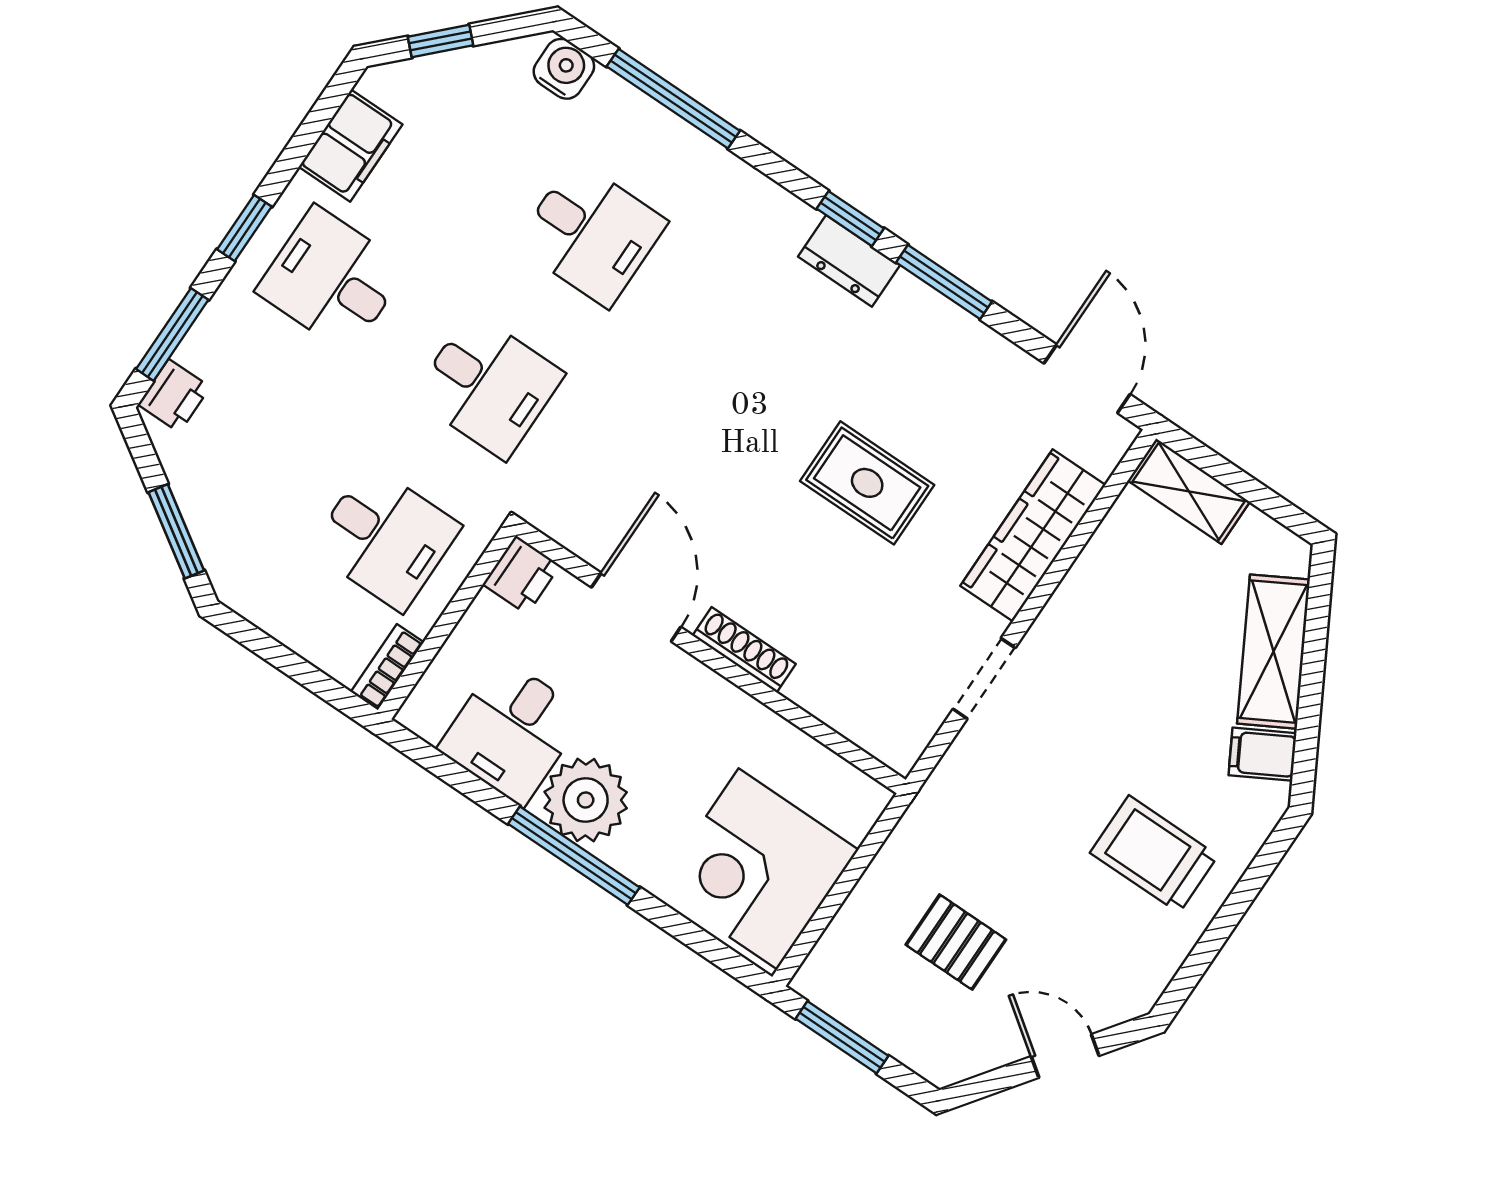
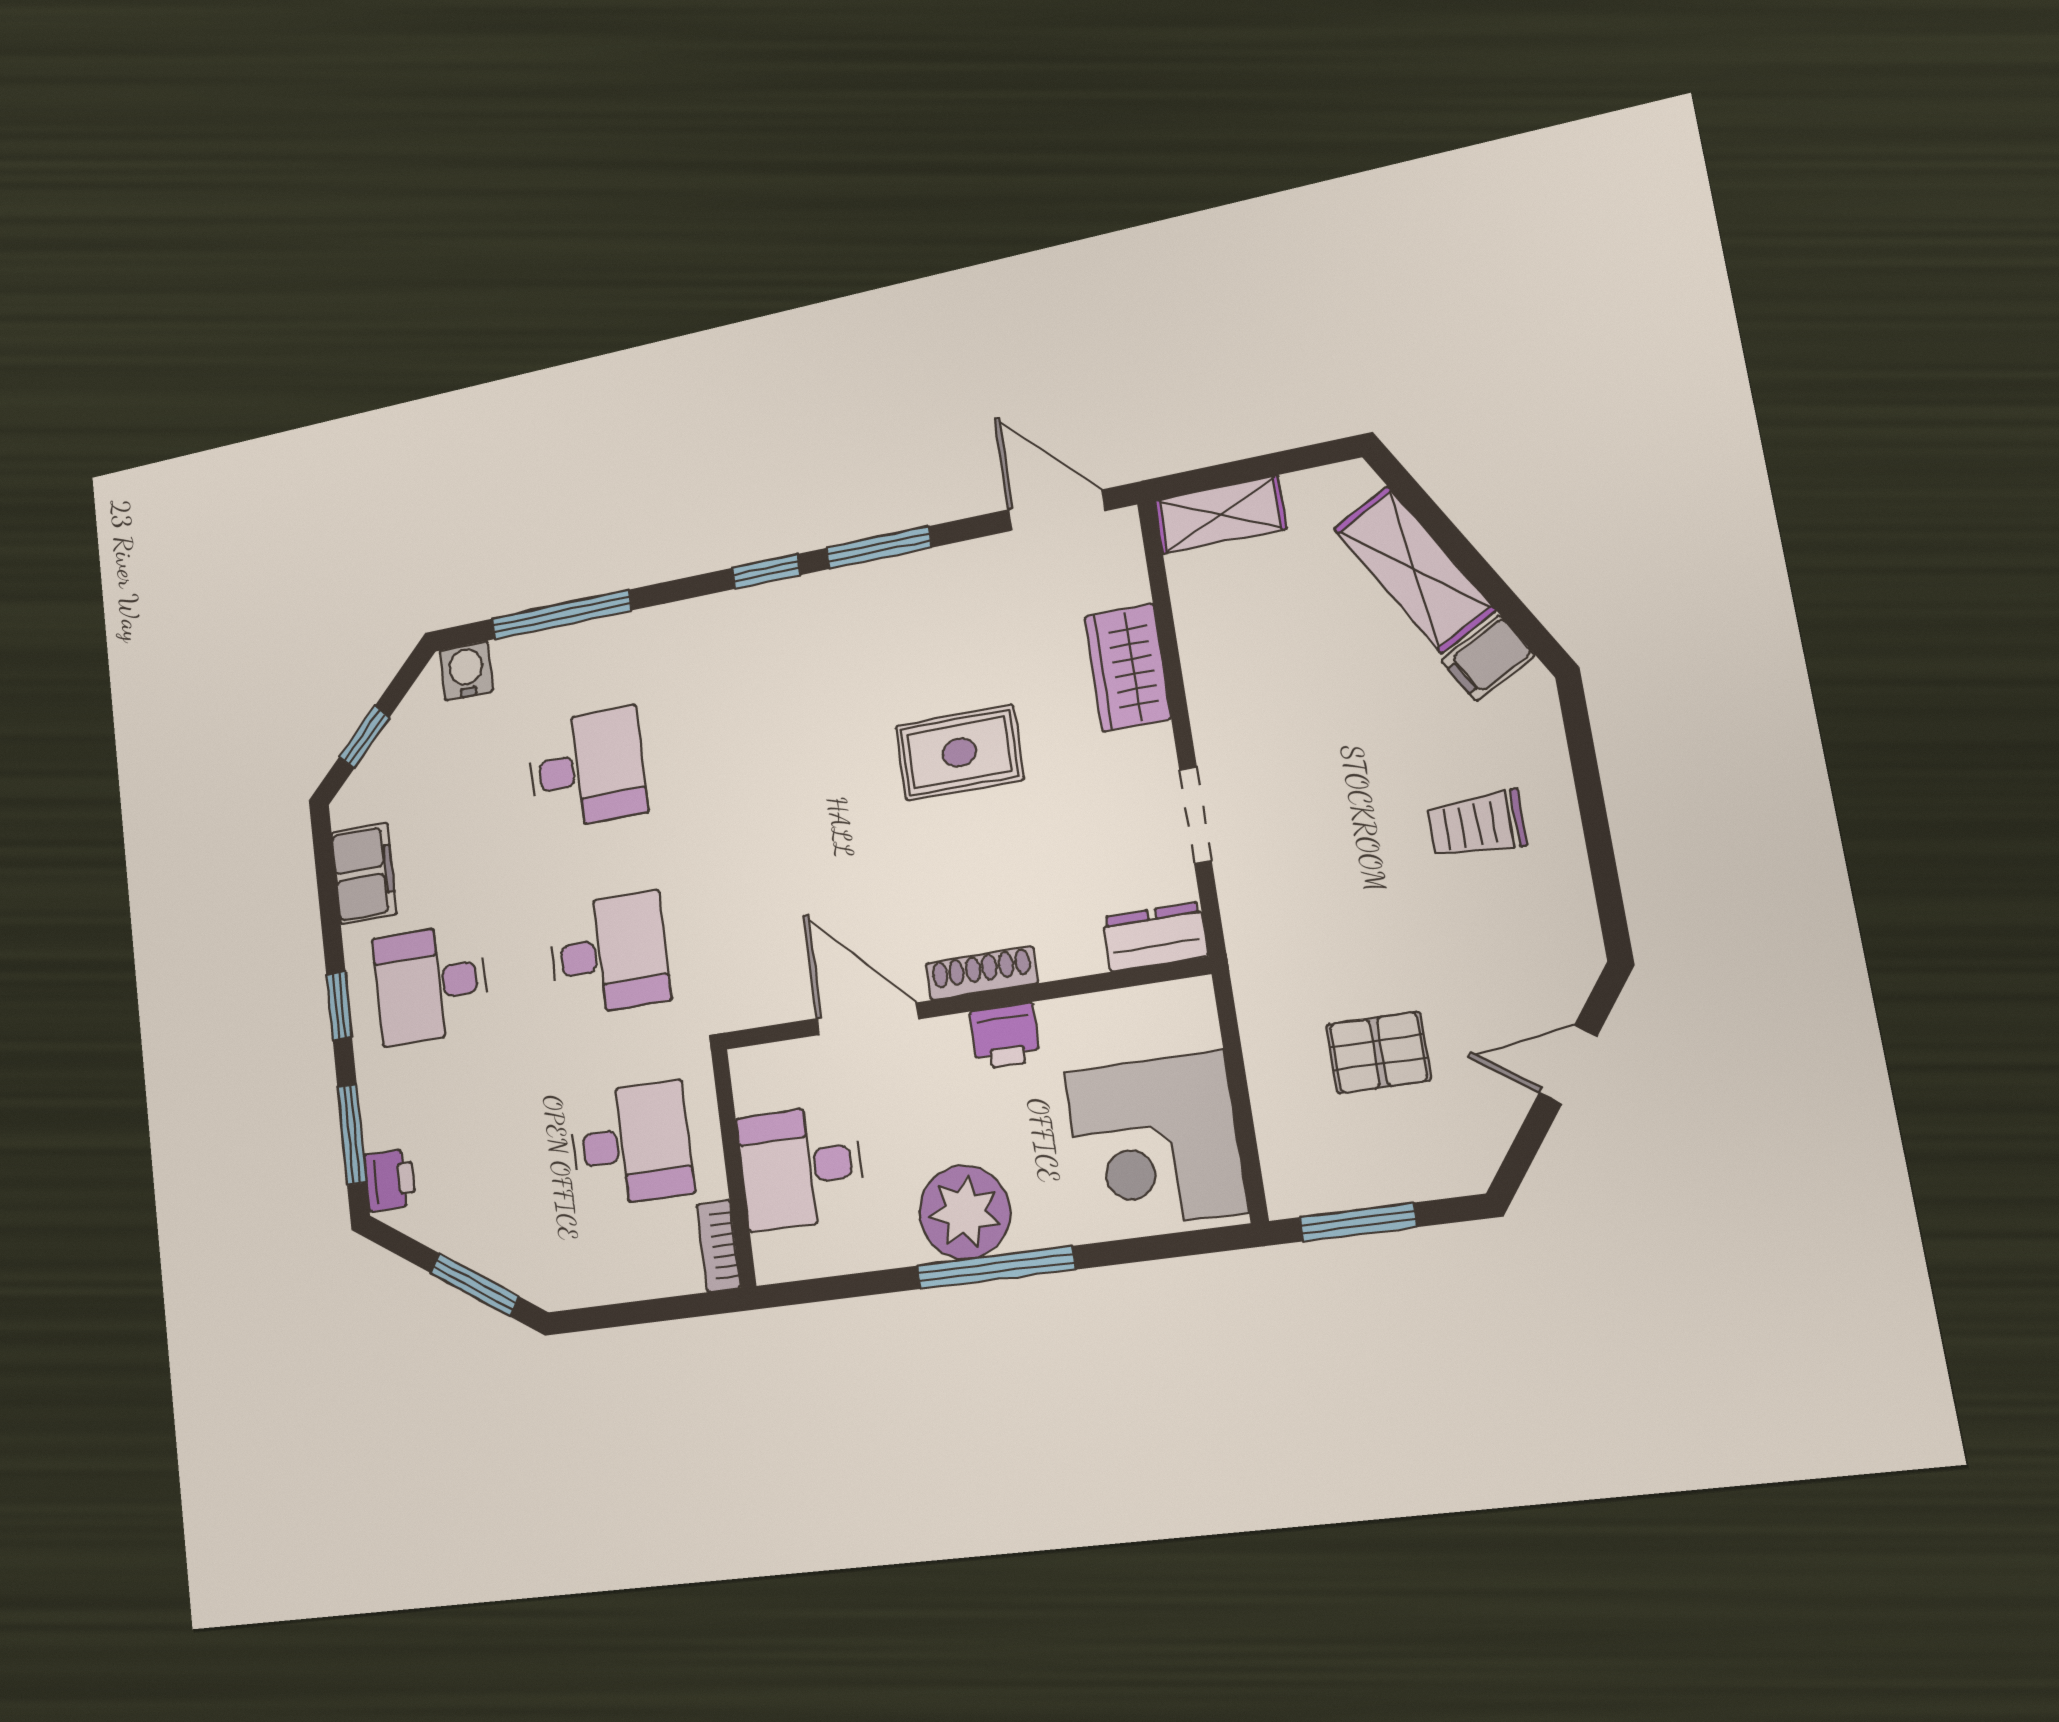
dresser: (849, 261) -> (1155, 937), moved, turned 180
wardrobe: (1033, 535) -> (1128, 668), width x0.67
printer: (521, 575) -> (1005, 1036), moved, turned 90
desk: (512, 731) -> (801, 1167), moved, turned 90
trolley: (1154, 854) -> (1477, 824), width x0.73, depth x0.72

